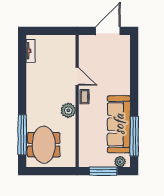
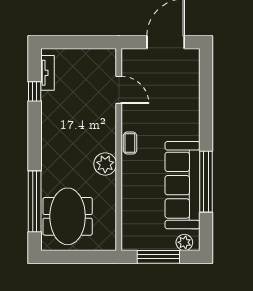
window: (22, 63) -> (35, 91), added
door: (77, 76) -> (119, 90), moved
window: (134, 136) -> (206, 182), moved

